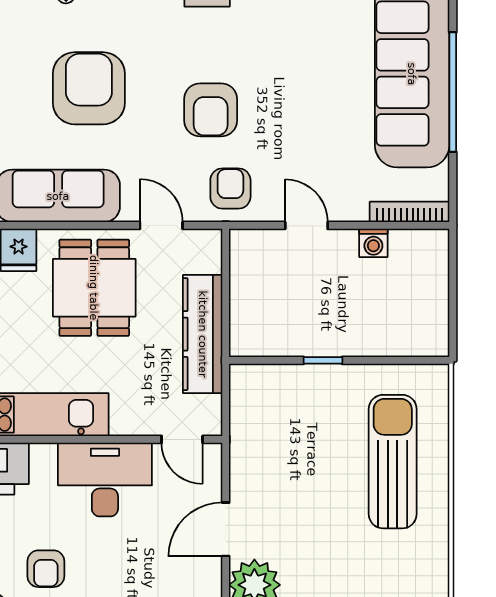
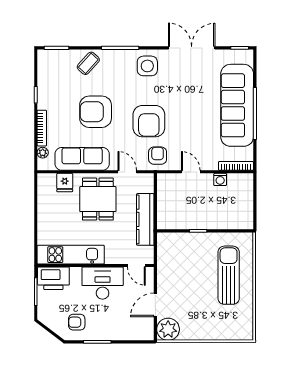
armchair: (89, 88) -> (96, 112), turned -90
armchair: (211, 110) -> (149, 121), width x1.36, depth x1.36
armchair: (46, 569) -> (77, 322), turned 90

